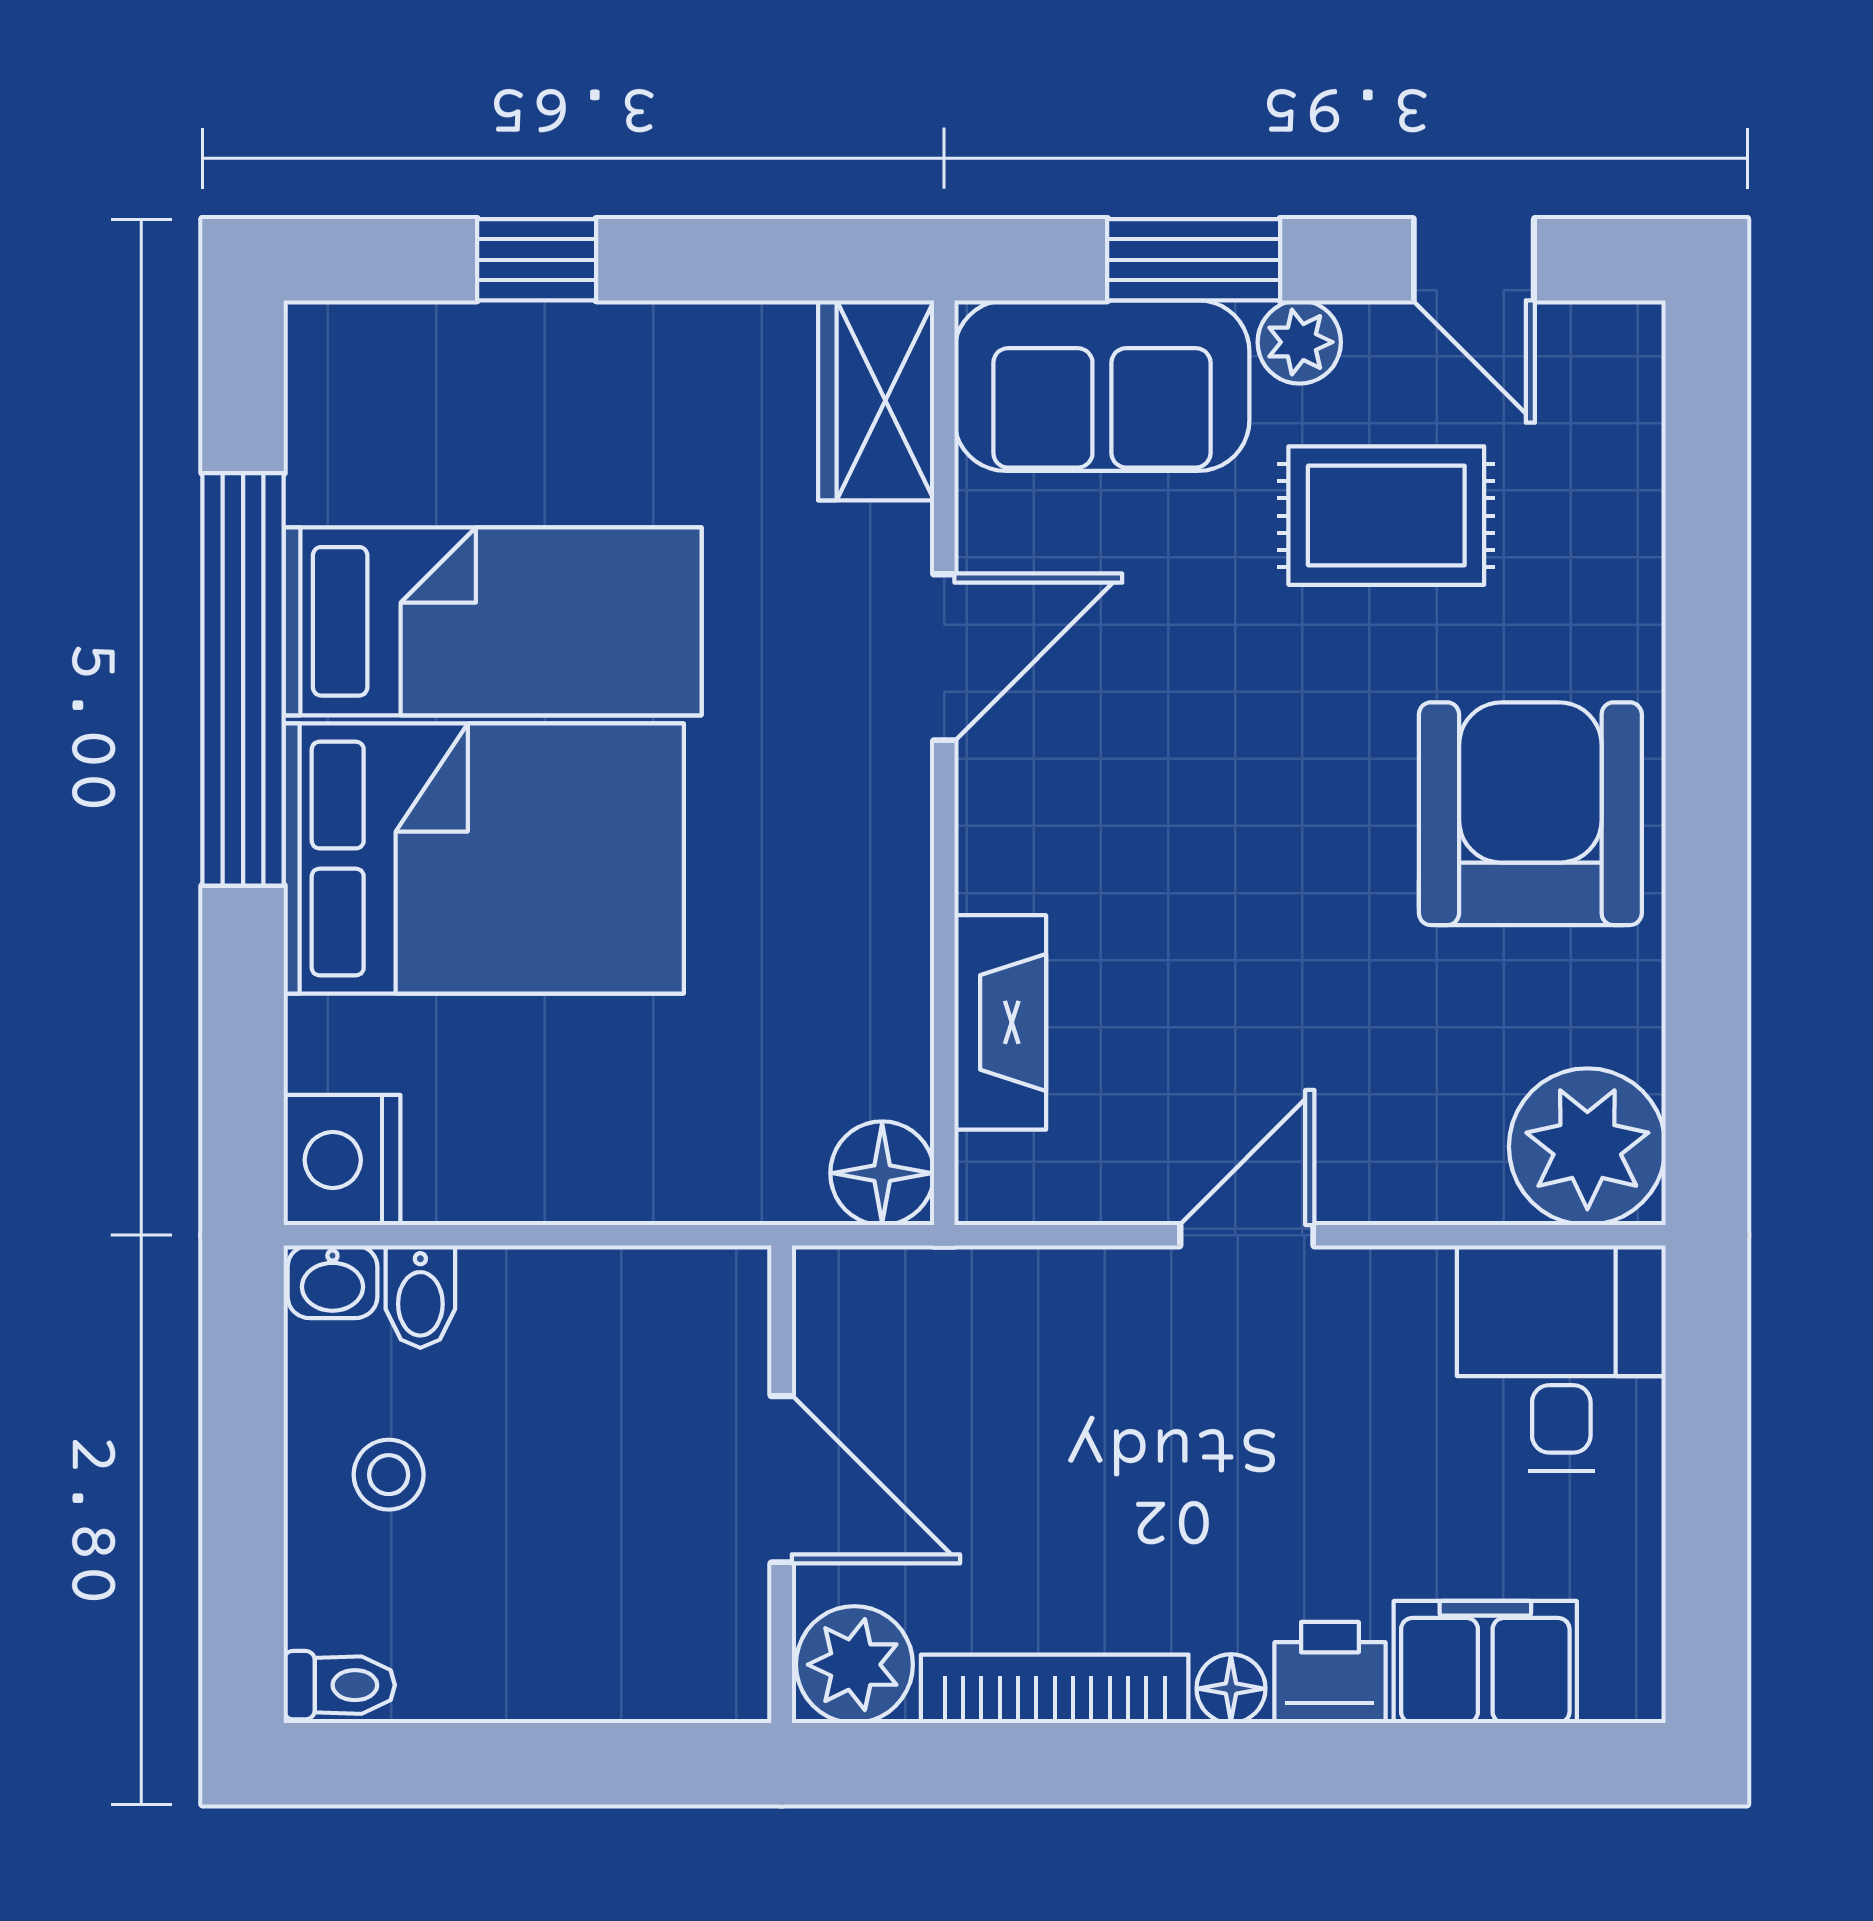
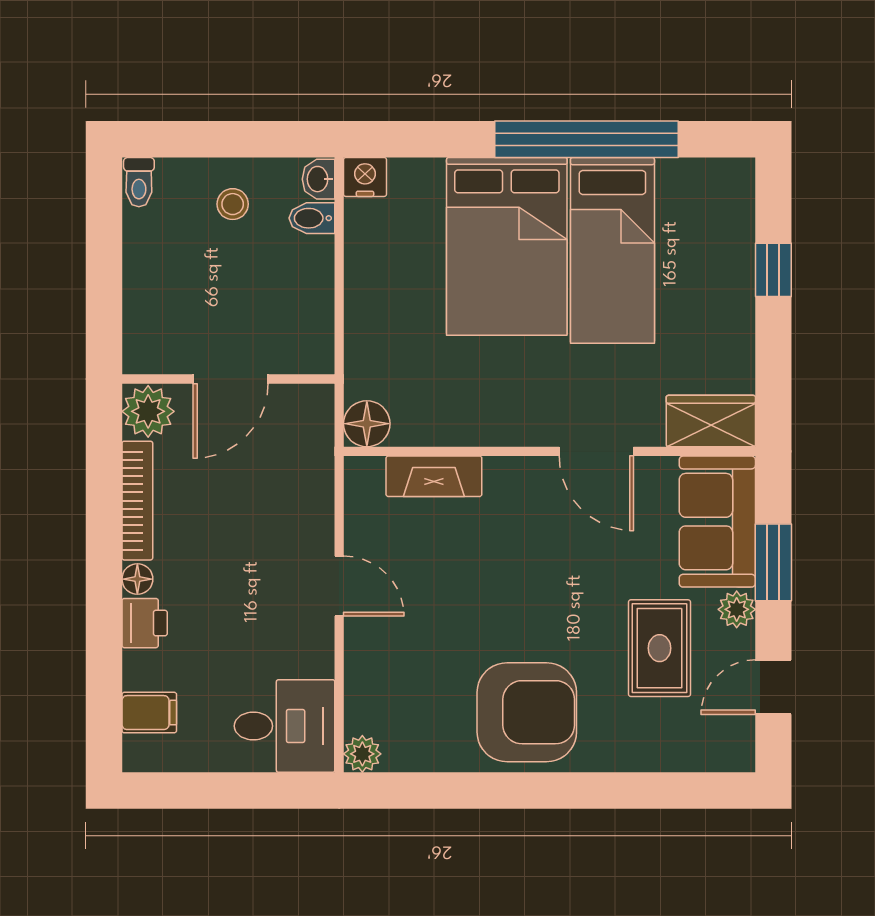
plant: (1587, 1147) -> (362, 754), width x0.53, depth x0.53
nightstand: (342, 1160) -> (365, 177), width x0.74, depth x0.75
filing cabinet: (1485, 1662) -> (149, 713), width x0.50

